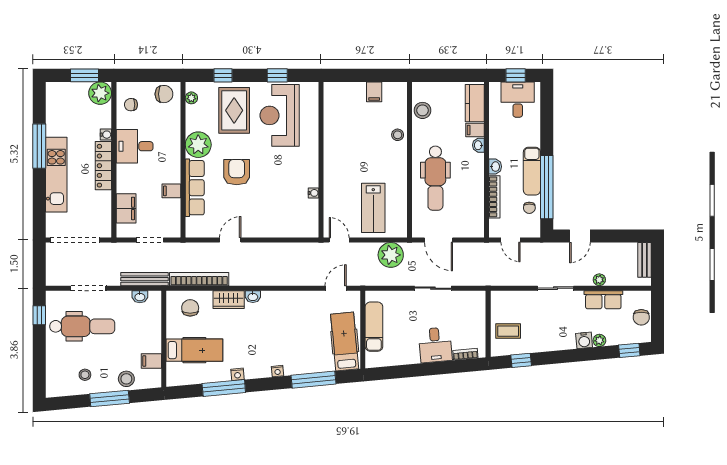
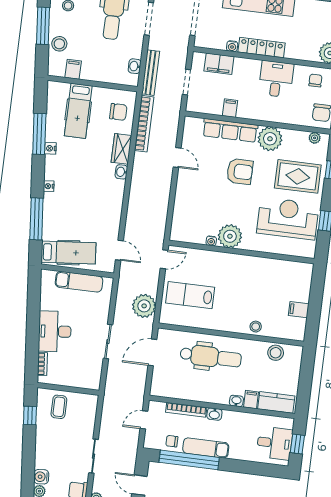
water cooler: (106, 135) -> (232, 46), moved
plant: (306, 174) -> (230, 236), added
dental chair: (435, 178) -> (211, 357), turned 180
desk: (435, 345) -> (55, 331), width x1.37

